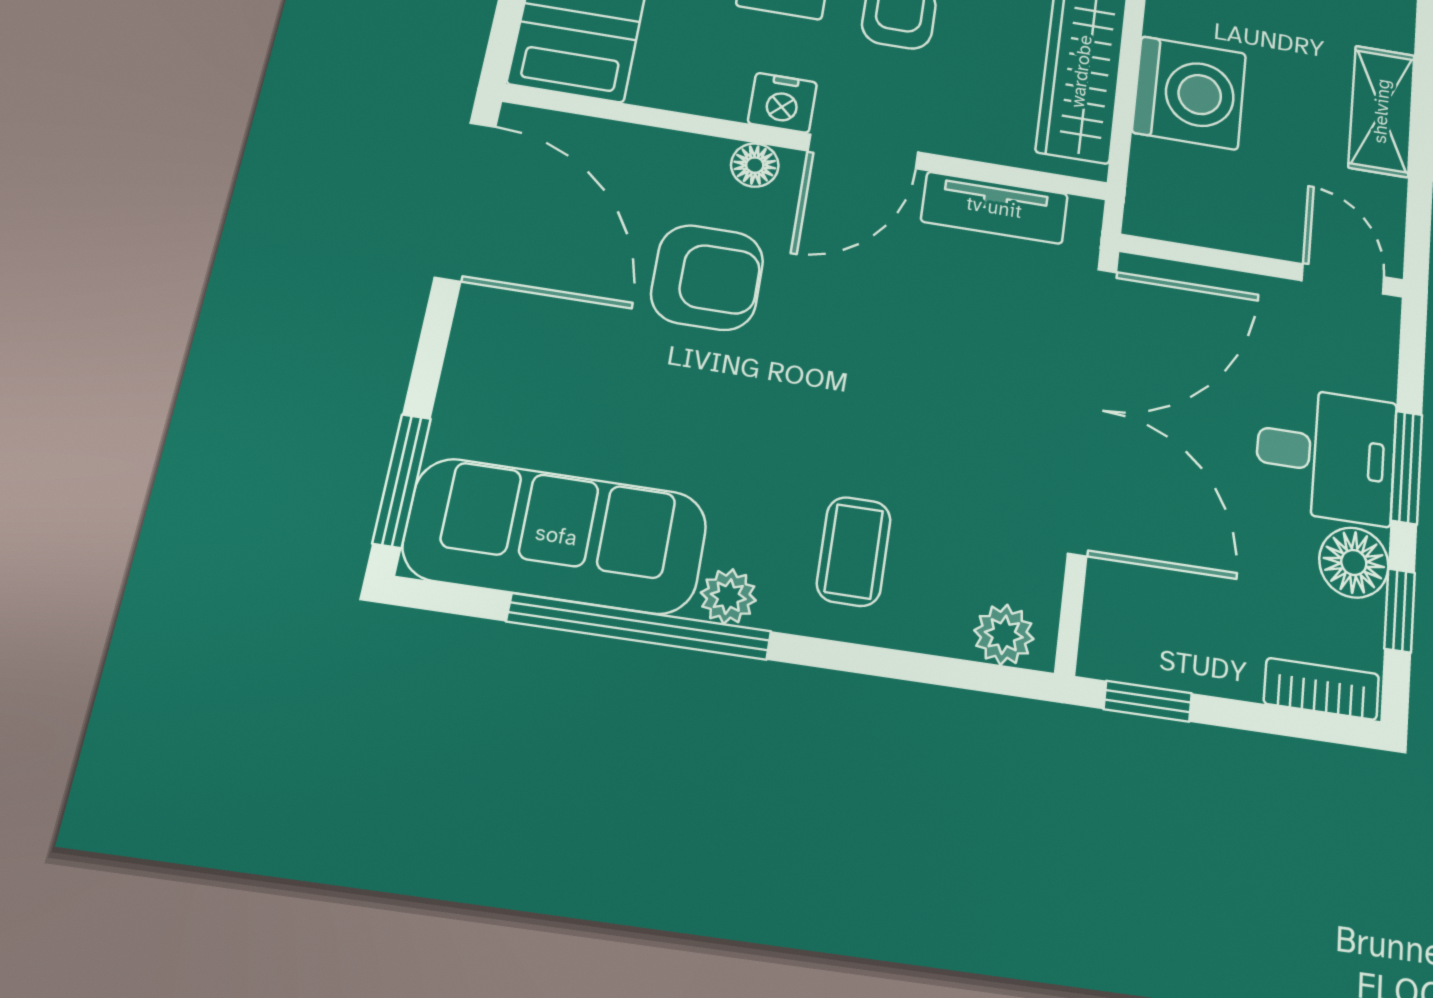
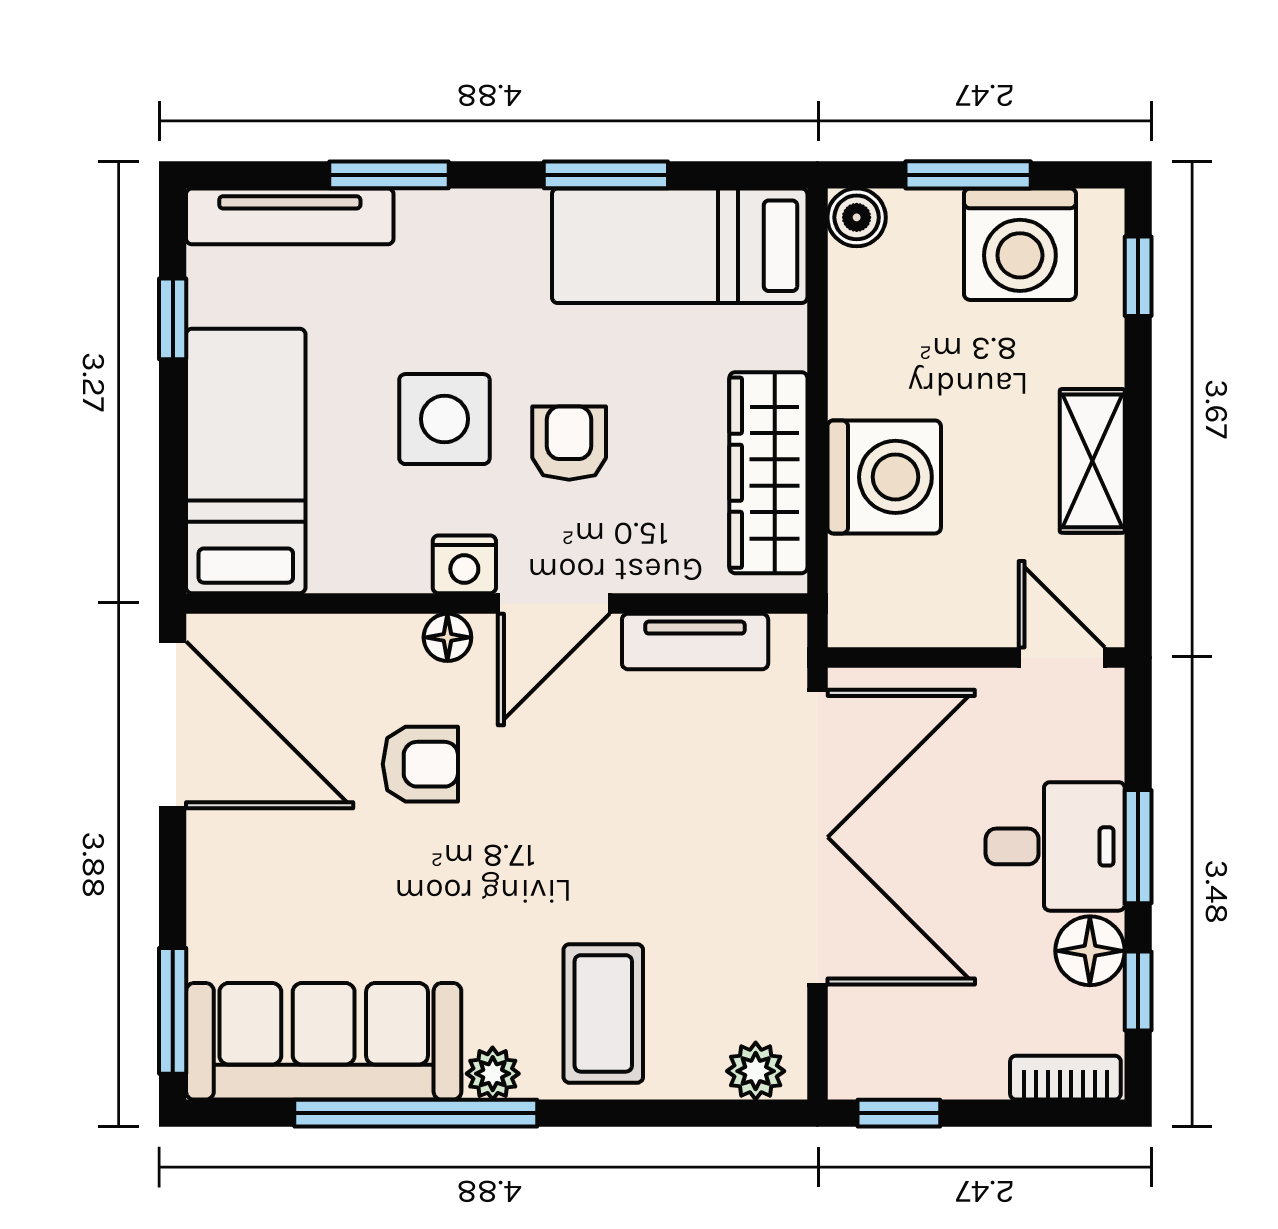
armchair: (707, 277) -> (420, 764), width x0.72, depth x0.72
coffee table: (854, 551) -> (603, 1013), width x1.36, depth x1.30

